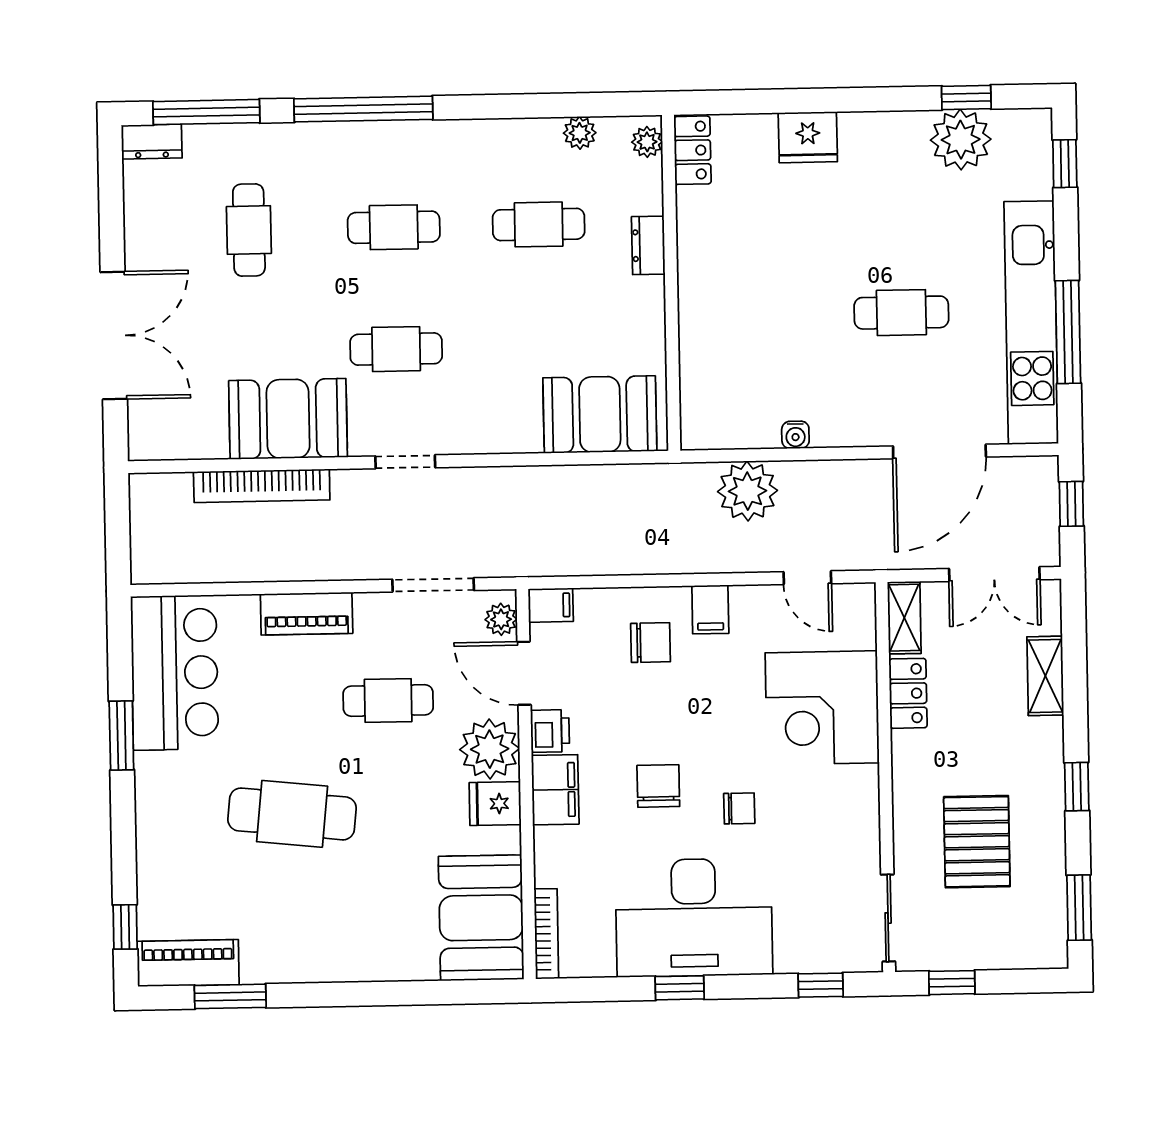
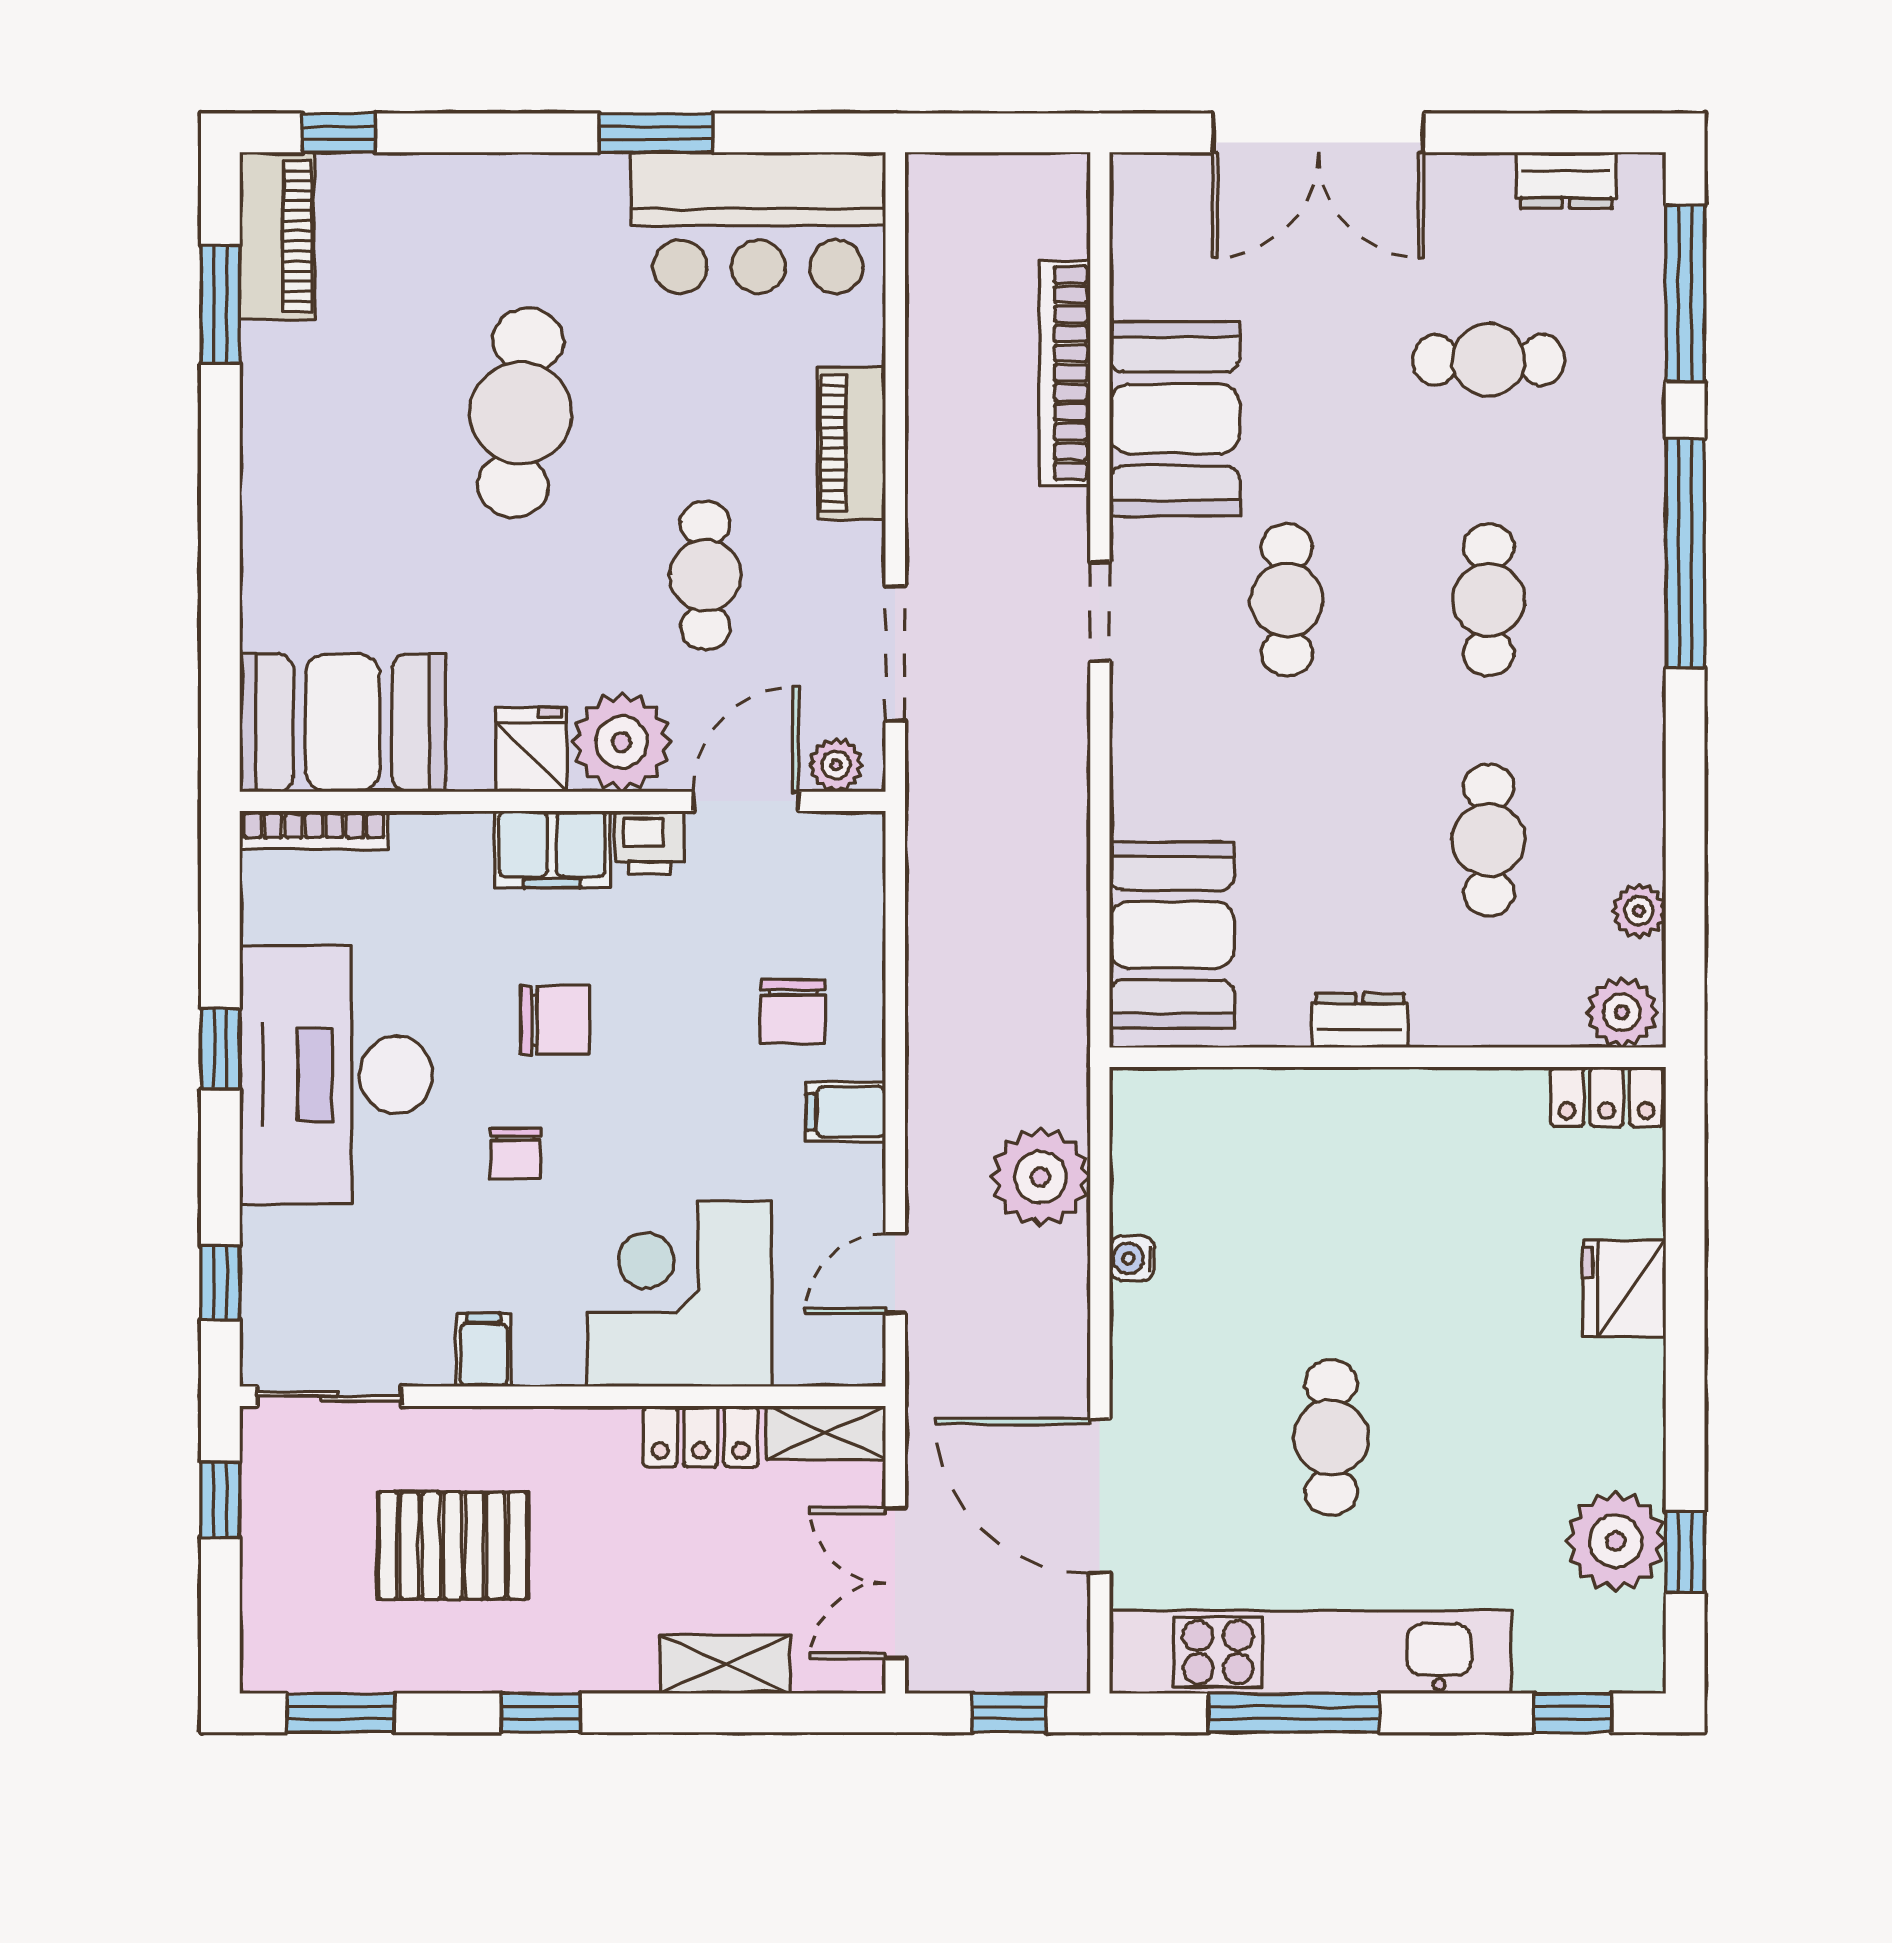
dresser: (152, 142) -> (1566, 180), moved, turned -90
plant: (647, 142) -> (1622, 1012), width x1.38, depth x1.38
dresser: (648, 245) -> (1360, 1021), moved
filing cabinet: (551, 605) -> (484, 1350), moved, turned 180

